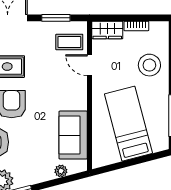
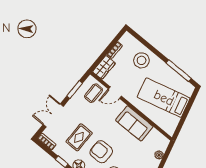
sofa: (73, 135) -> (134, 123), moved

